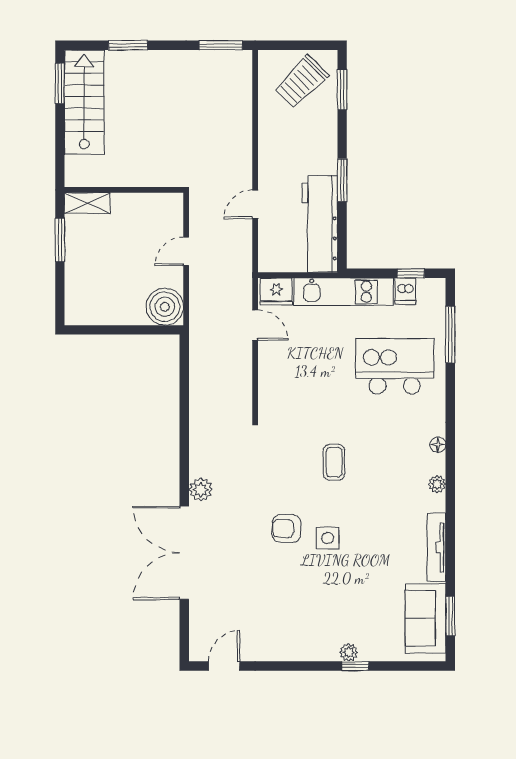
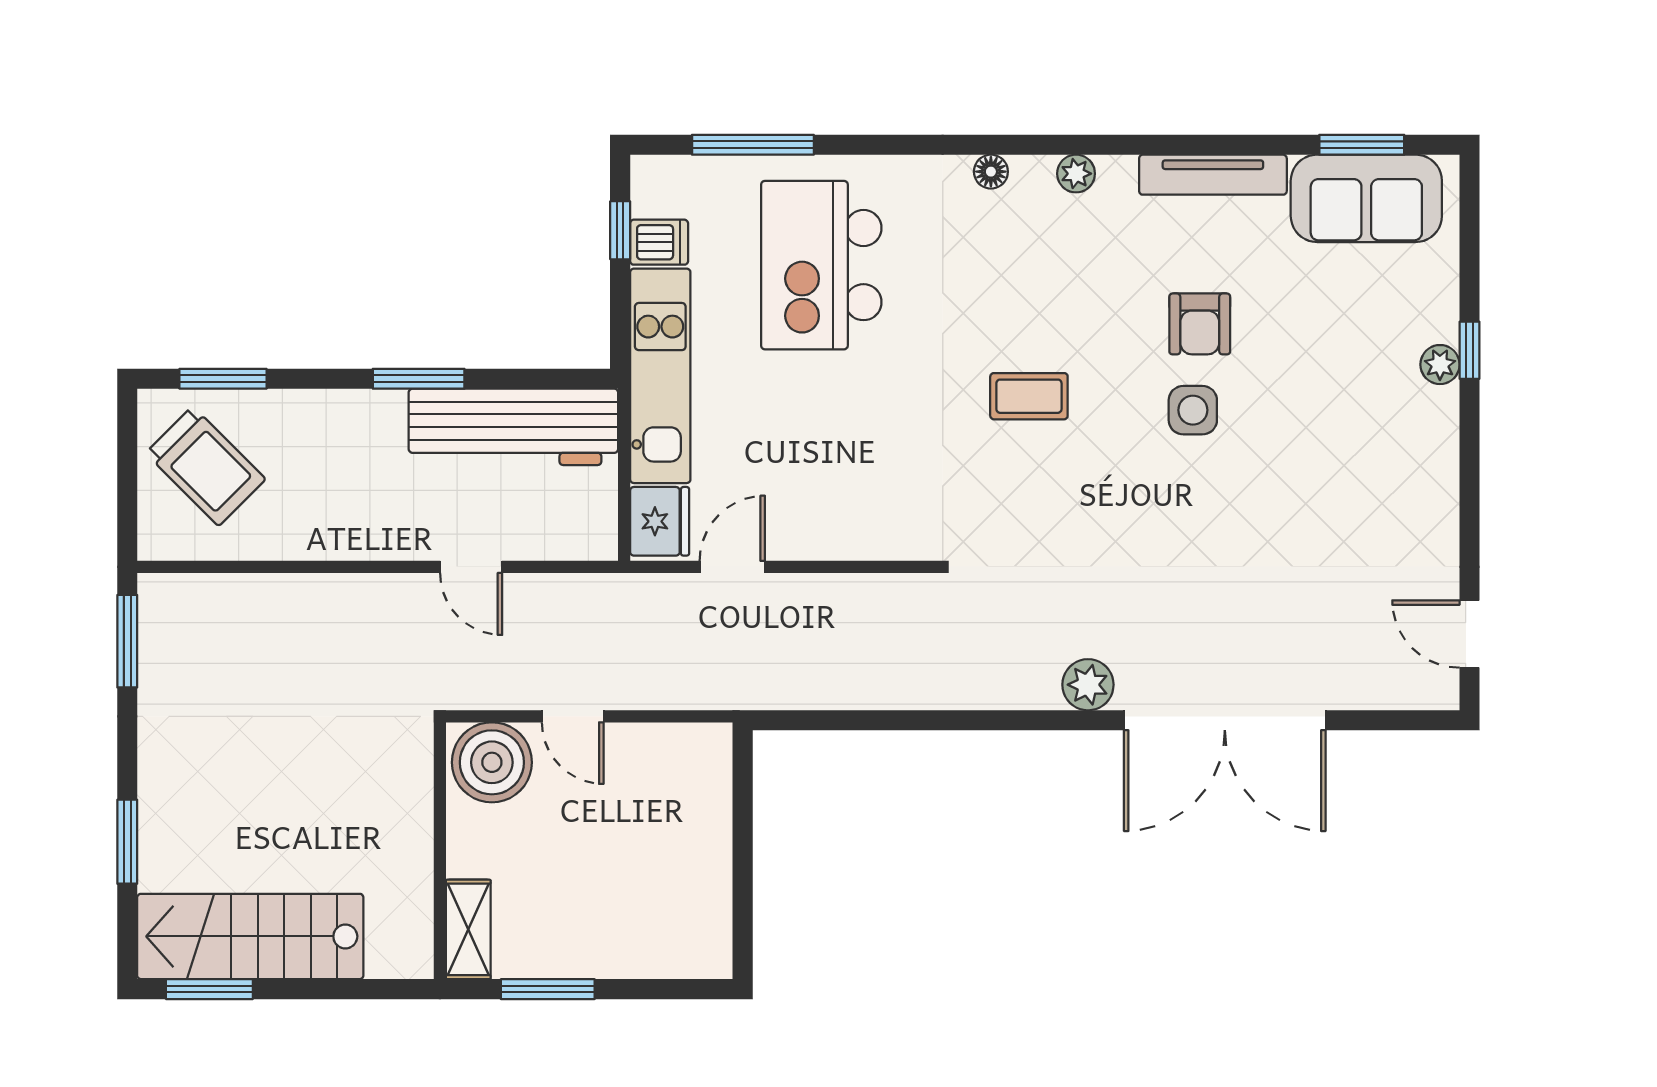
boiler: (165, 307) -> (492, 762), moved
armchair: (287, 529) -> (1200, 324), moved

